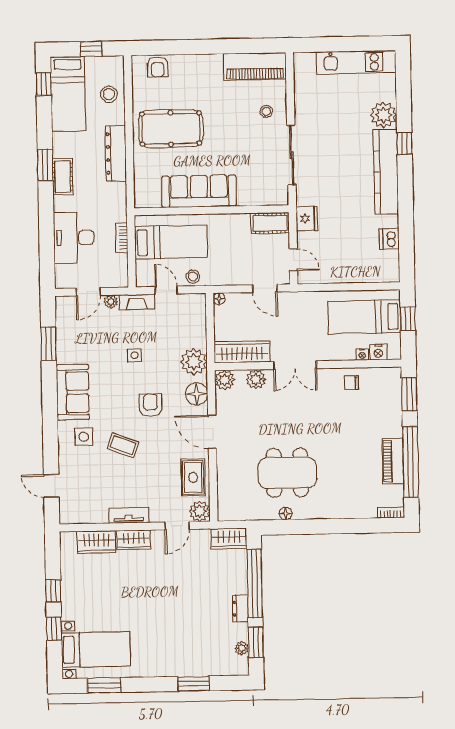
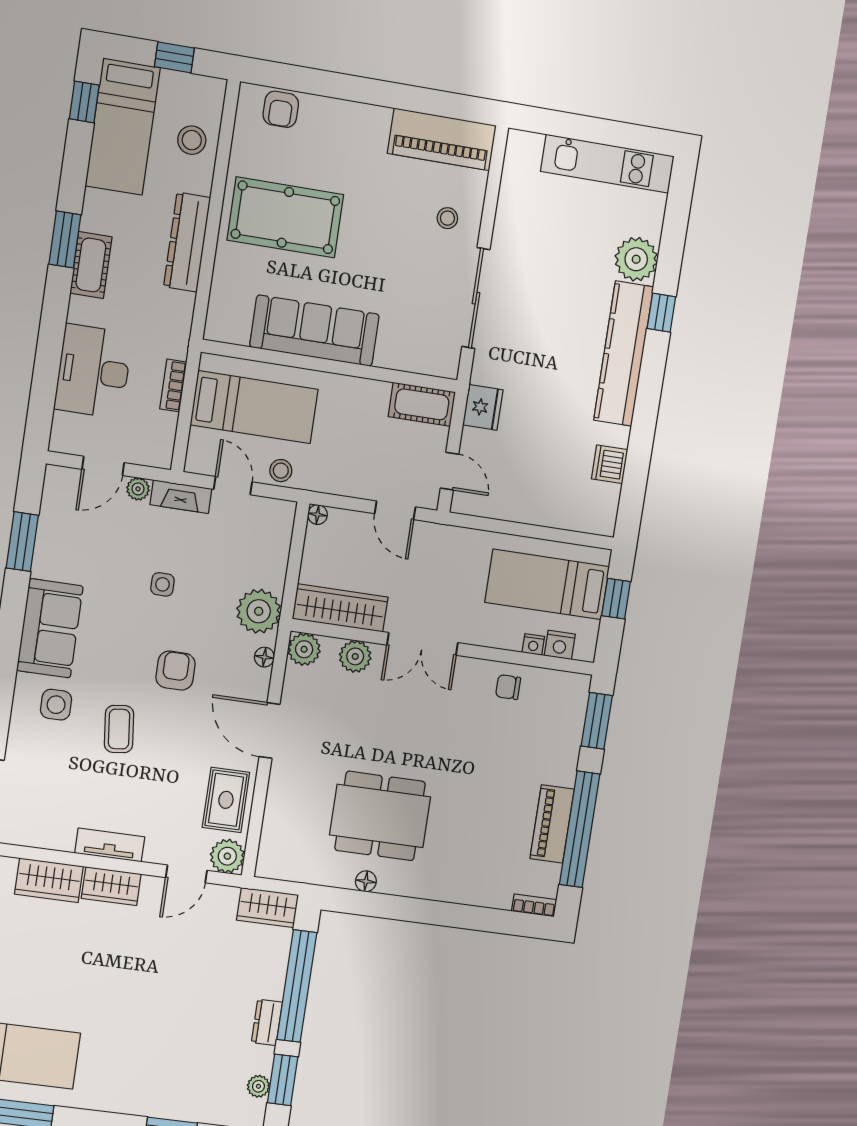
floor lamp: (197, 394) -> (264, 657), width x0.53, depth x0.53
coffee table: (123, 445) -> (119, 729), turned 64

